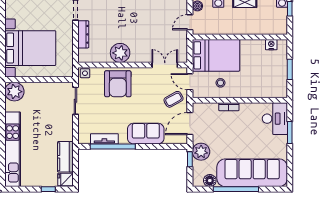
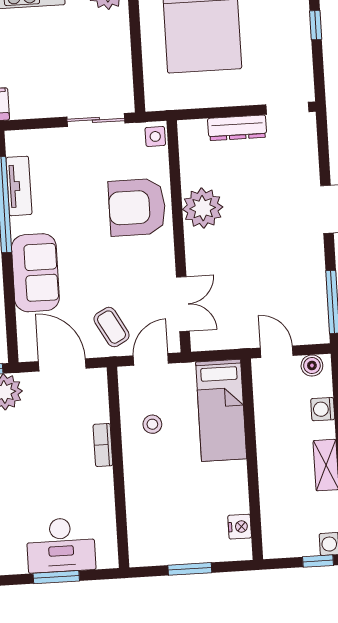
bed: (216, 55) -> (221, 410), width x0.67
desk: (275, 119) -> (61, 545), moved

